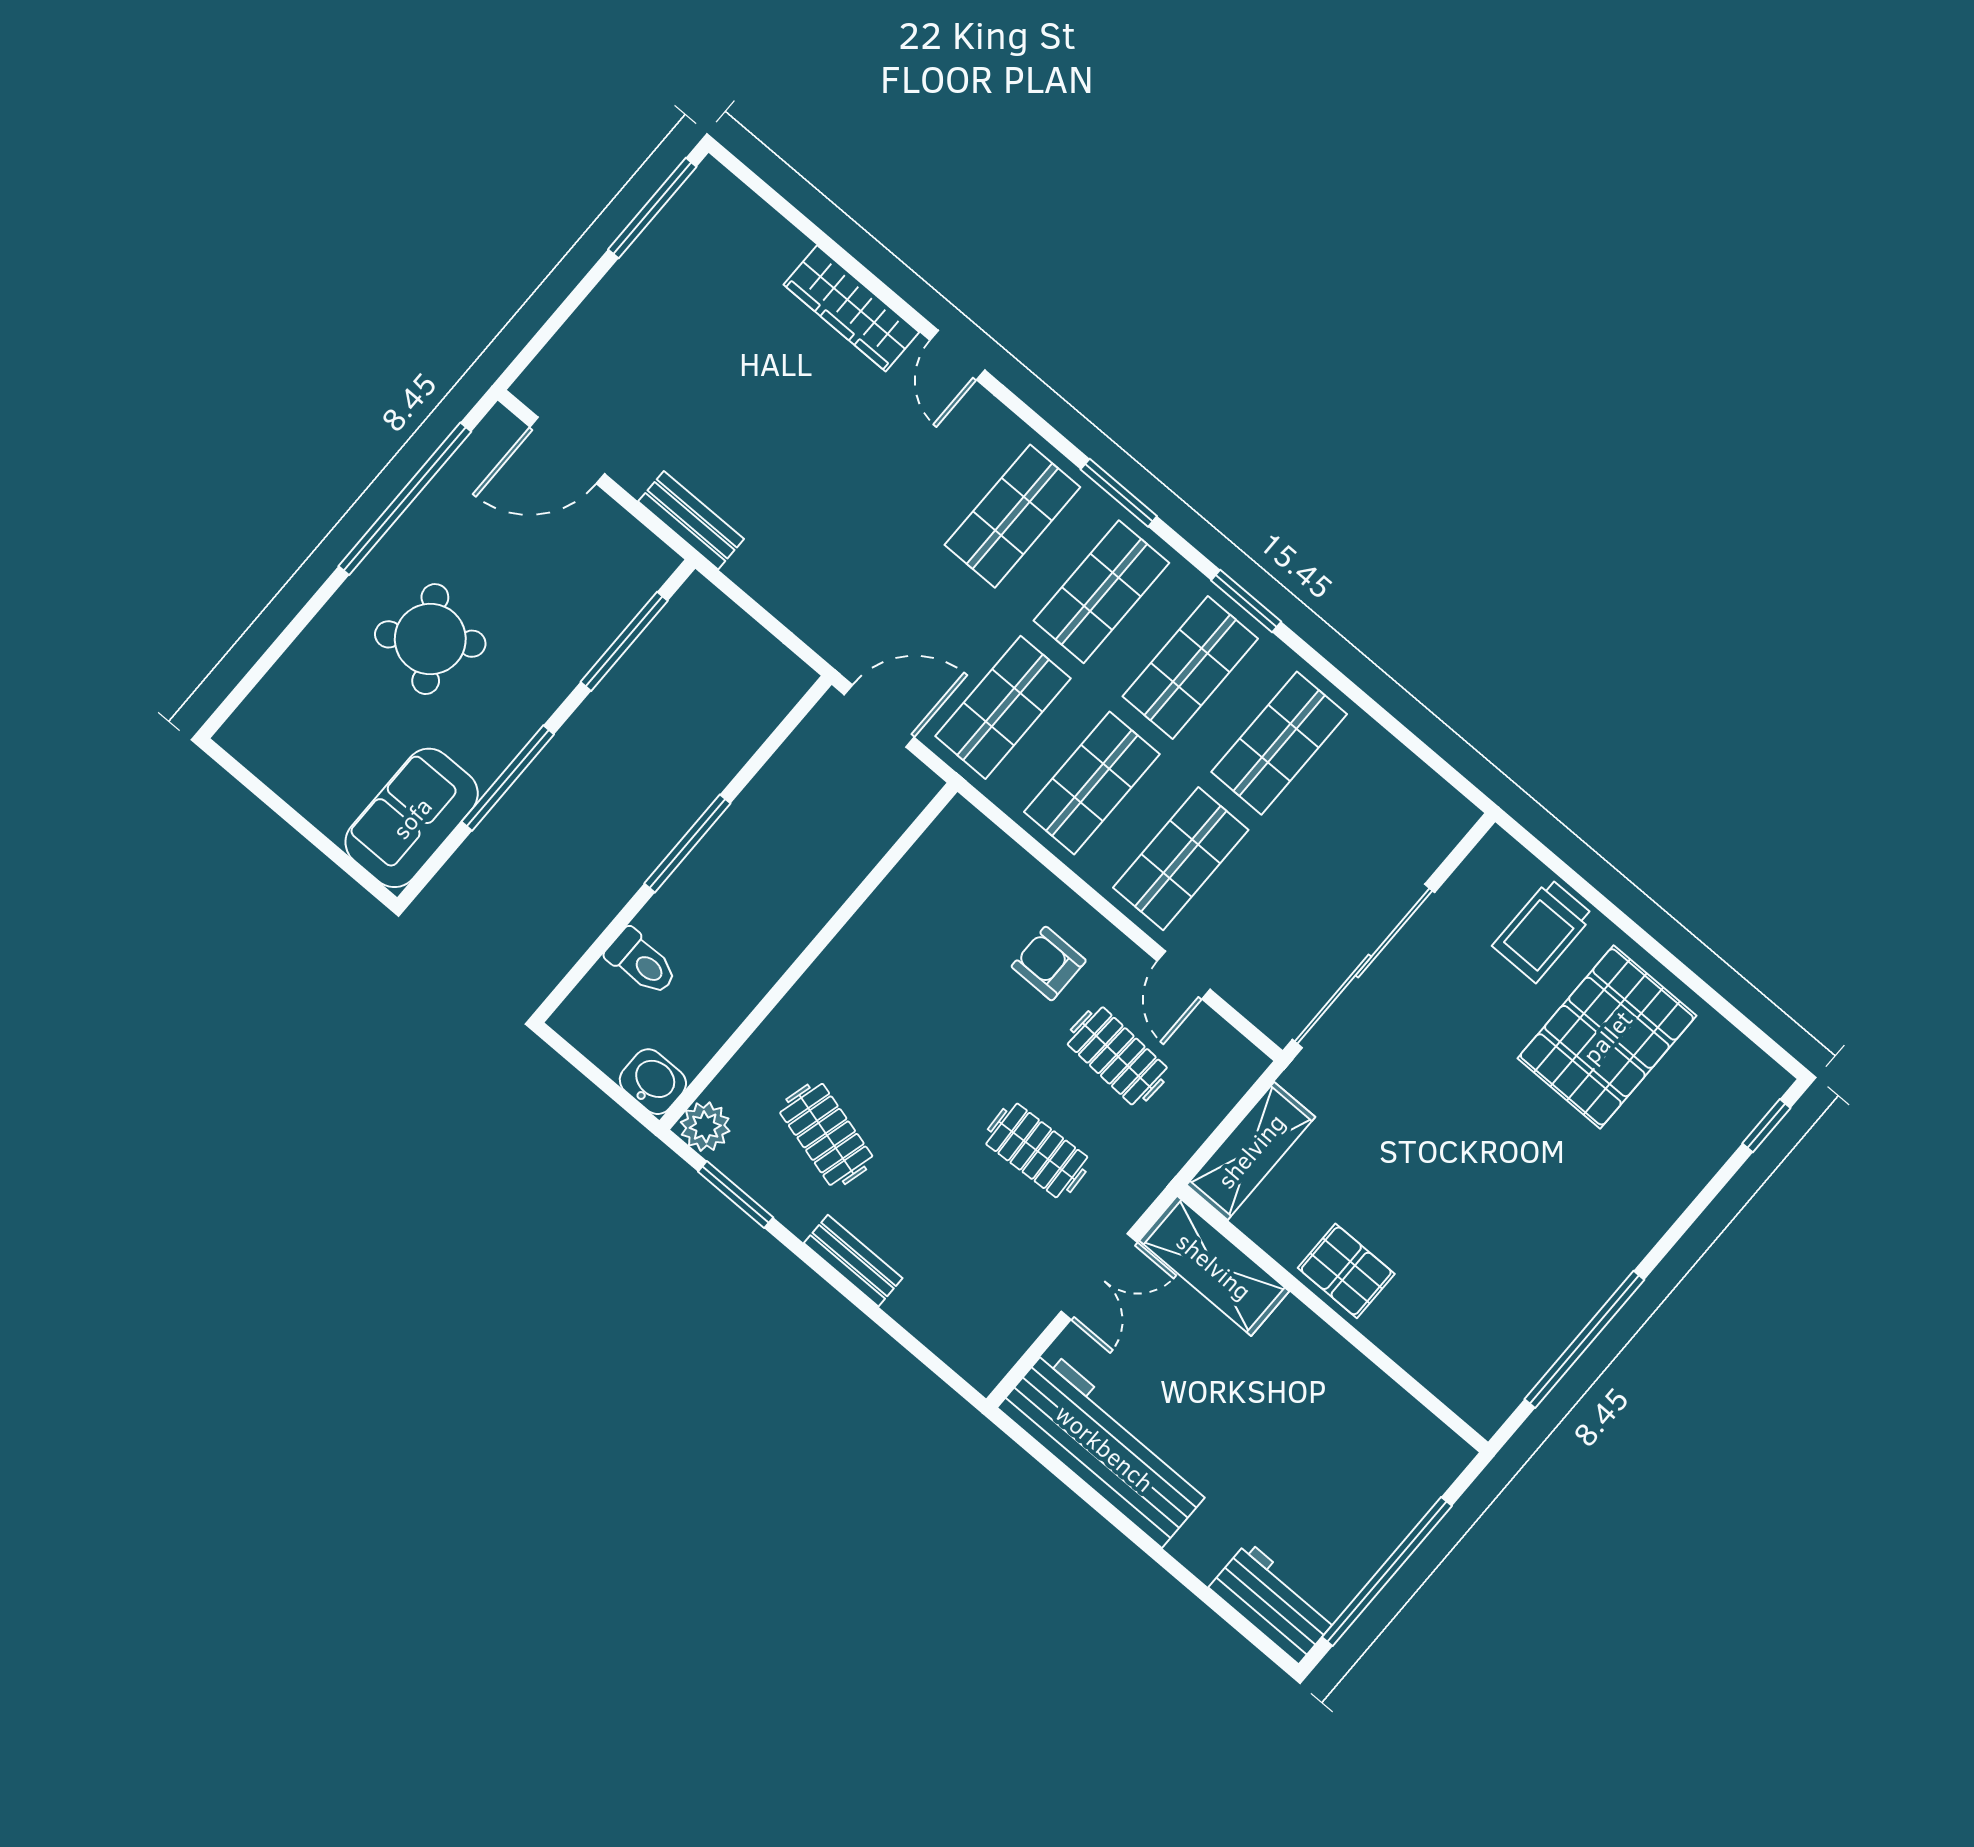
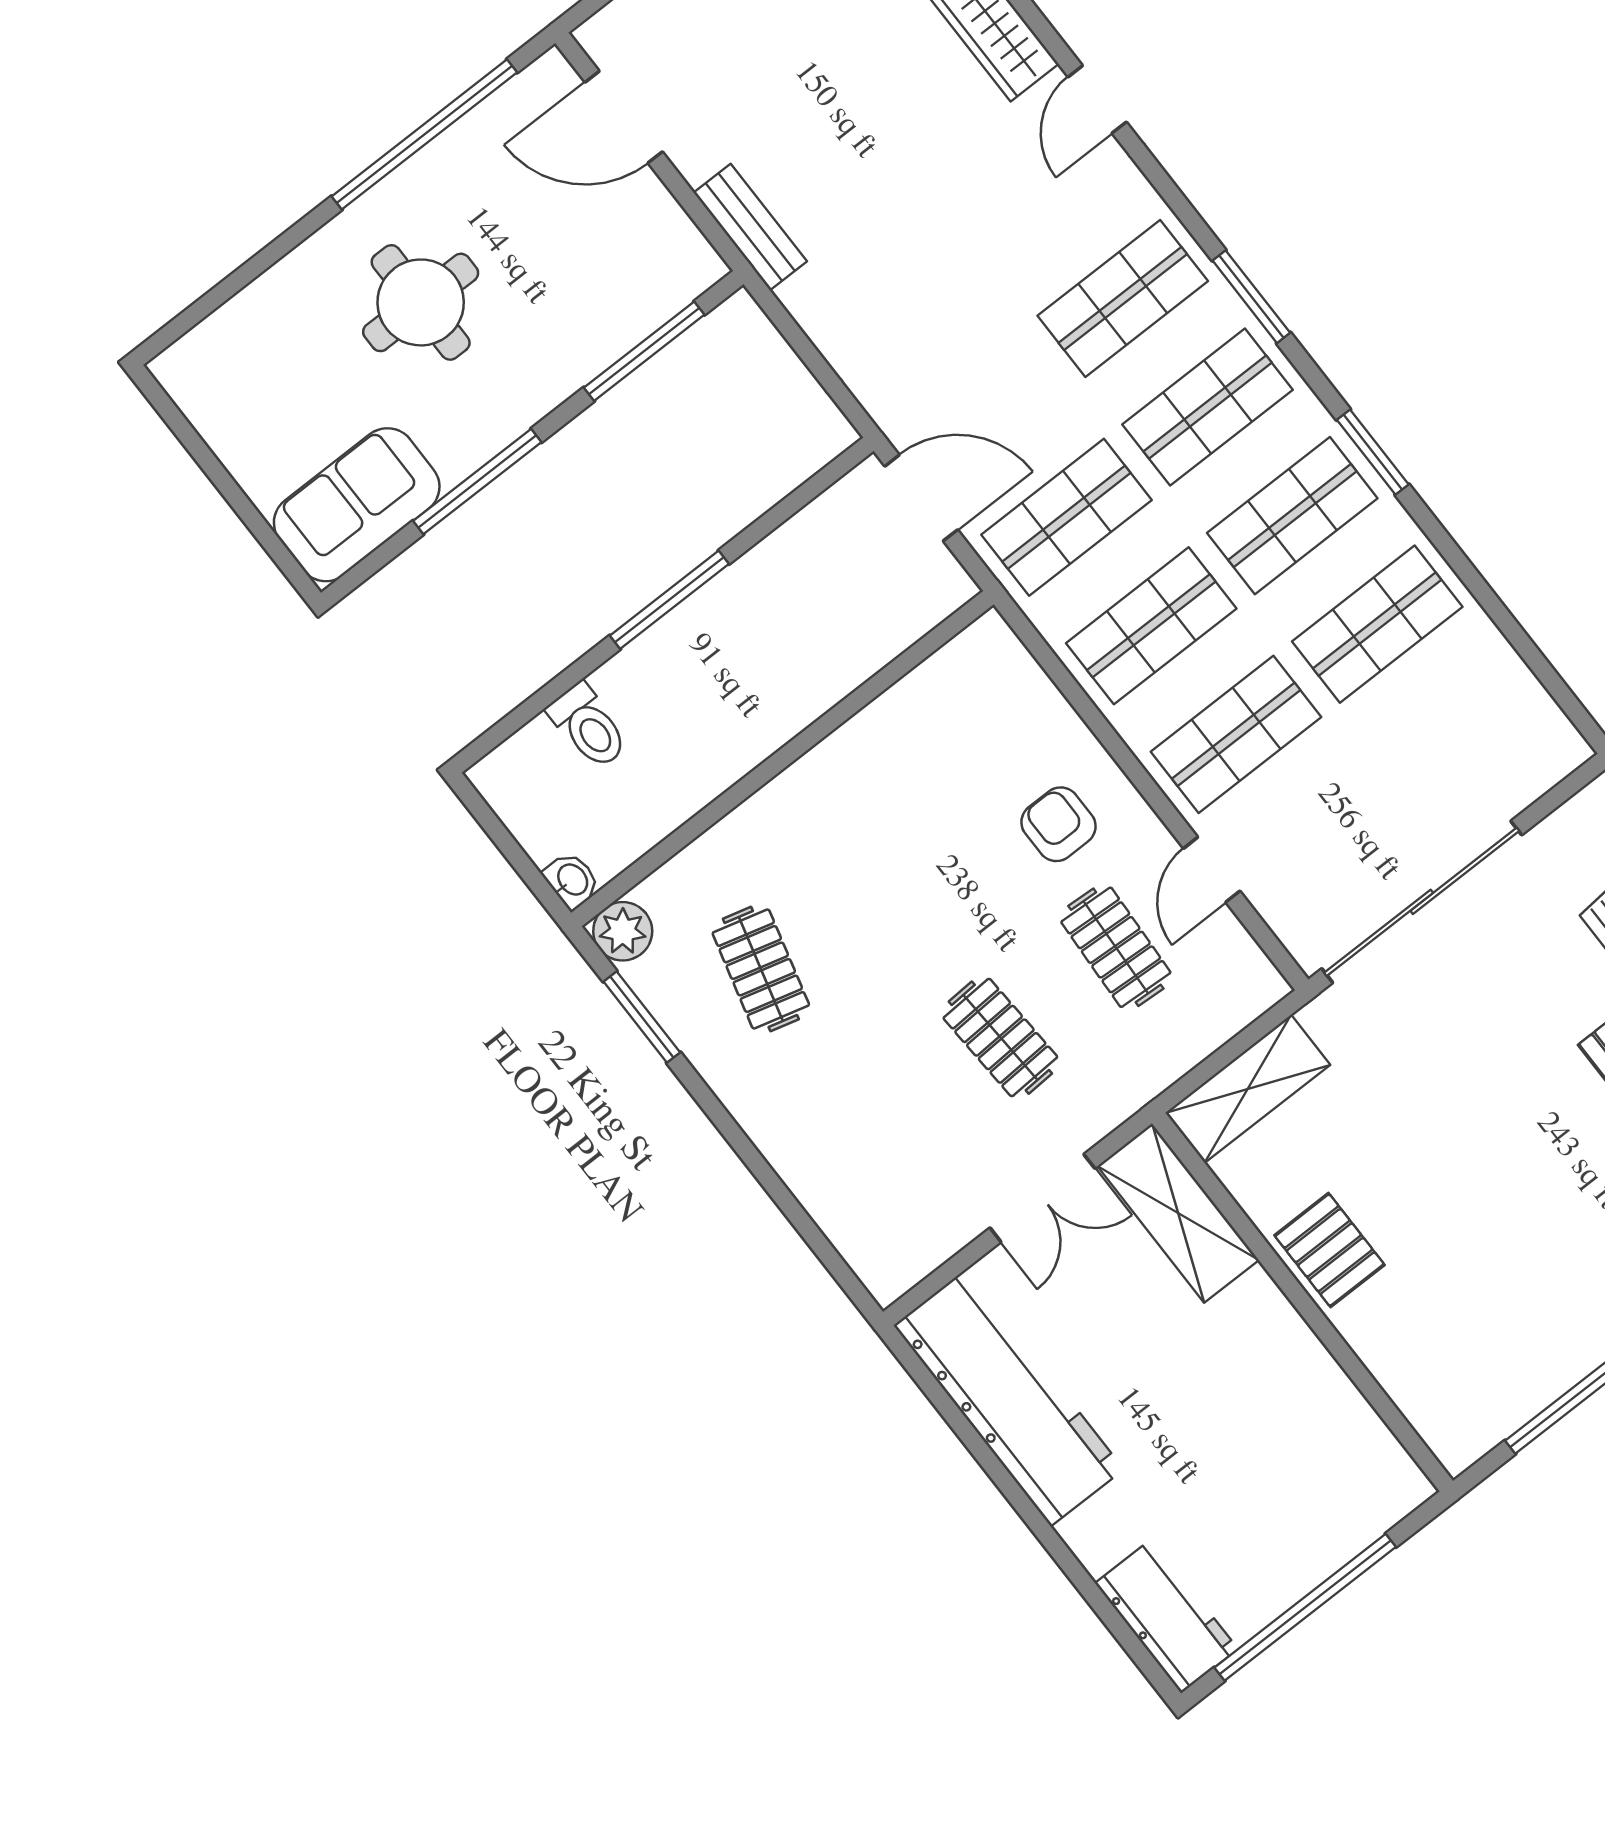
round table: (430, 639) -> (421, 302), turned 34
washbasin: (653, 1082) -> (572, 880), width x0.72, depth x0.69
bench: (853, 1261) -> (762, 1121), removed

